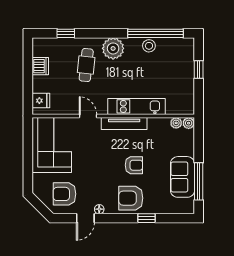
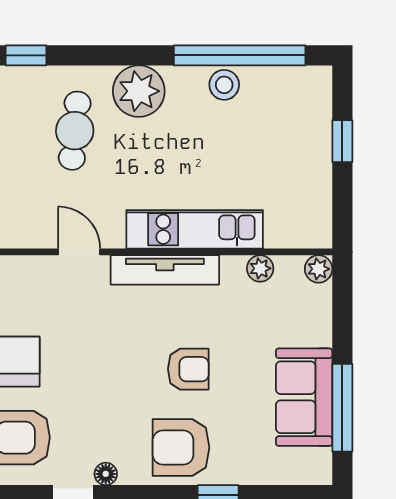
plant: (176, 123) -> (260, 268), moved

